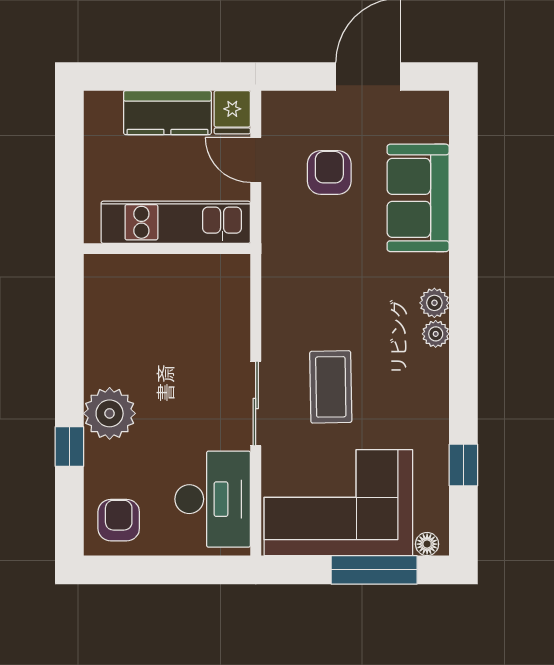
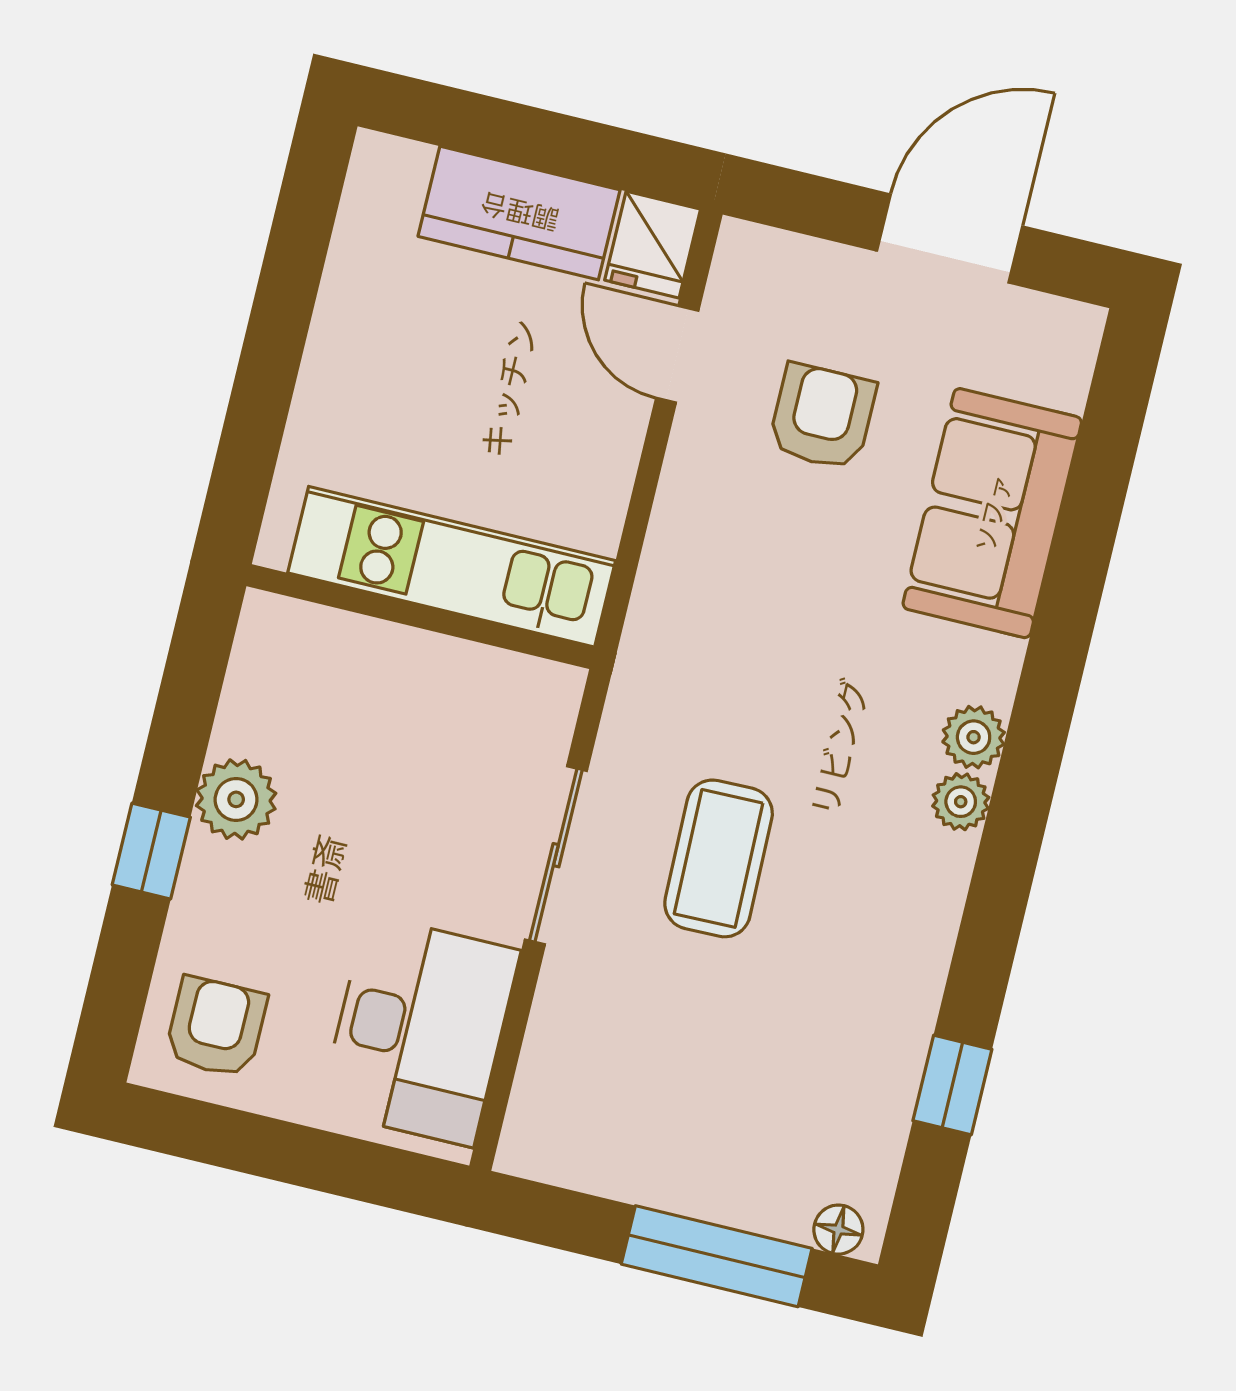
kitchen unit: (176, 222) -> (452, 567), moved
wall: (167, 249) -> (420, 617), moved
plant: (110, 413) -> (236, 799), width x0.73, depth x0.73
corner sofa: (338, 503) -> (677, 1100), removed

